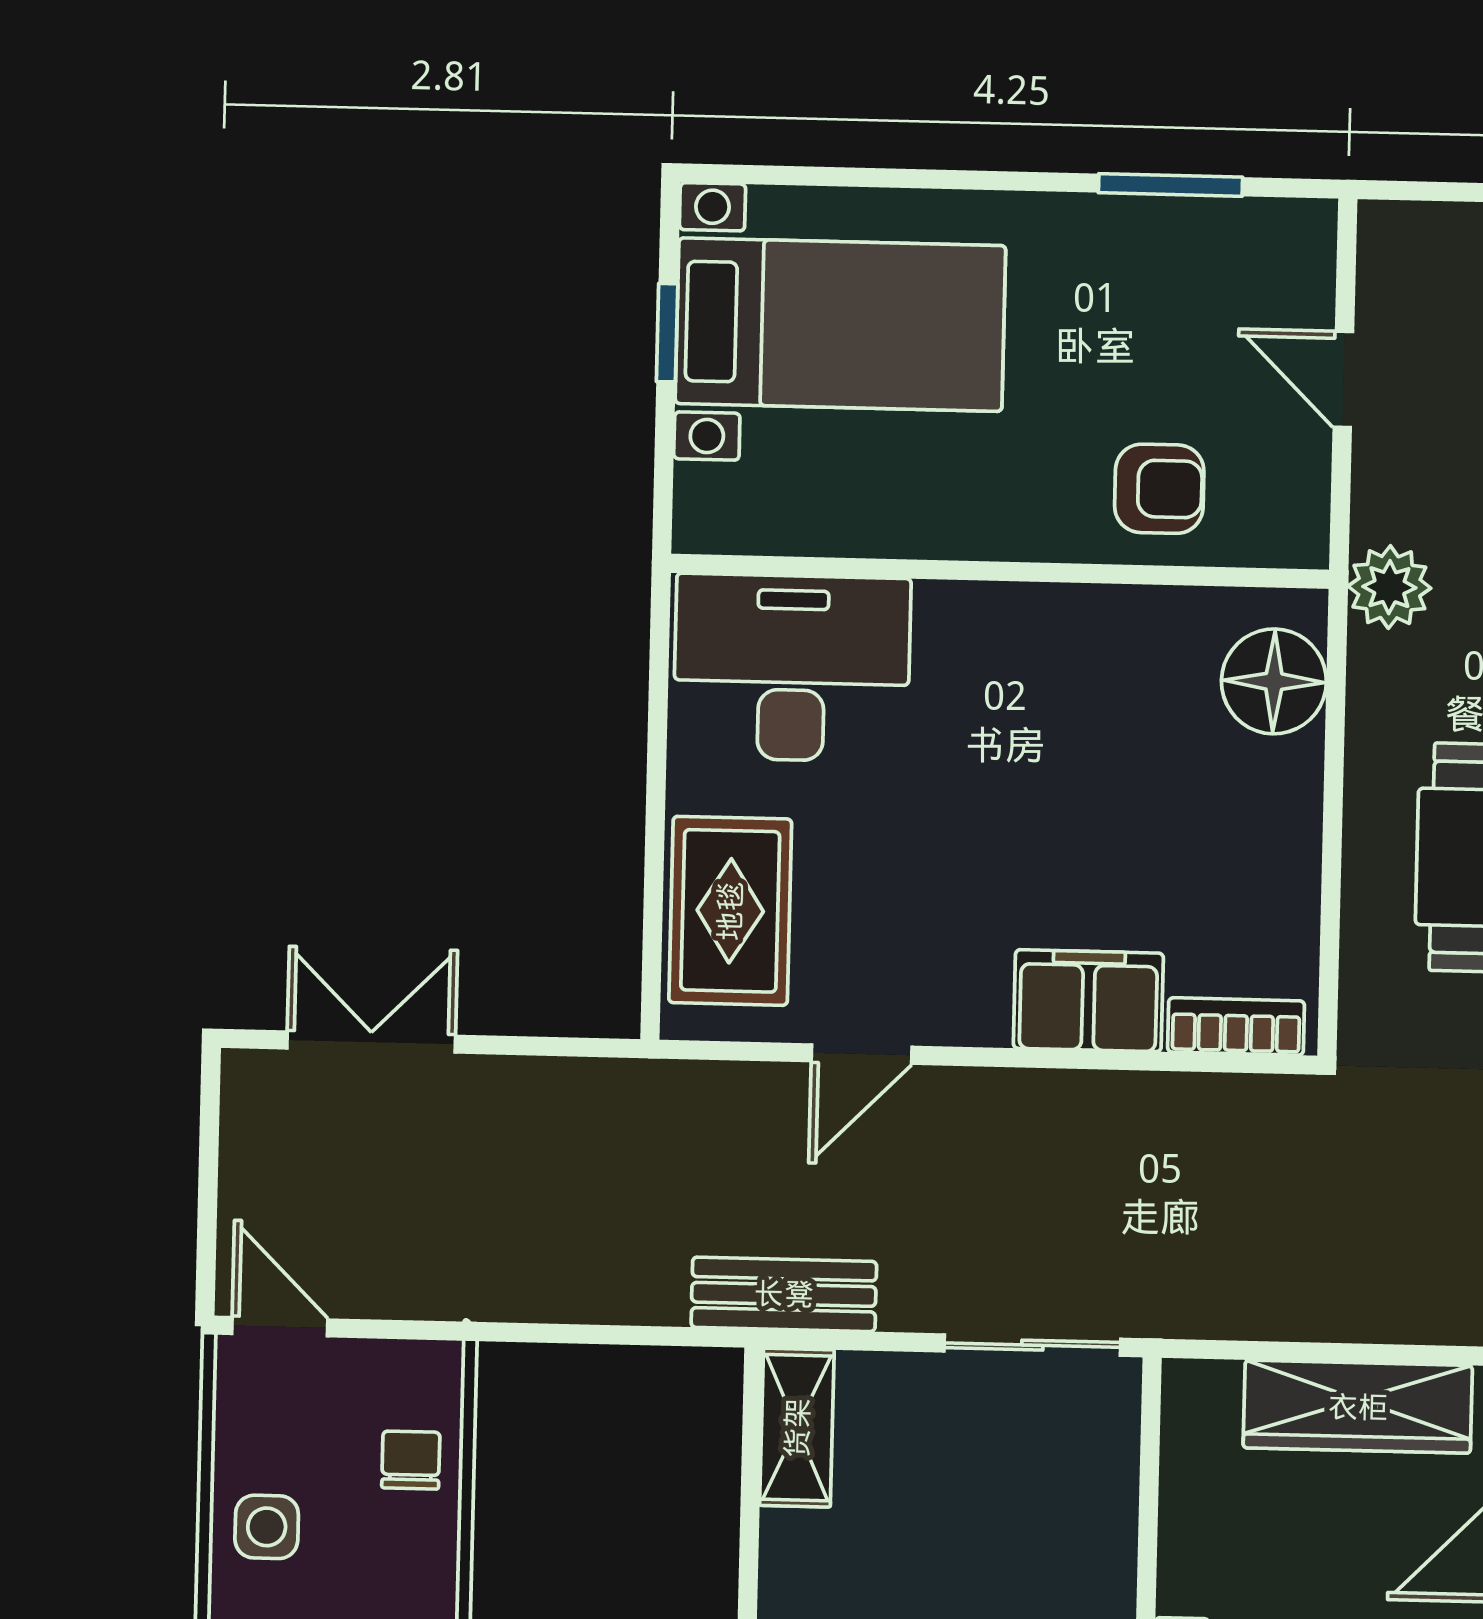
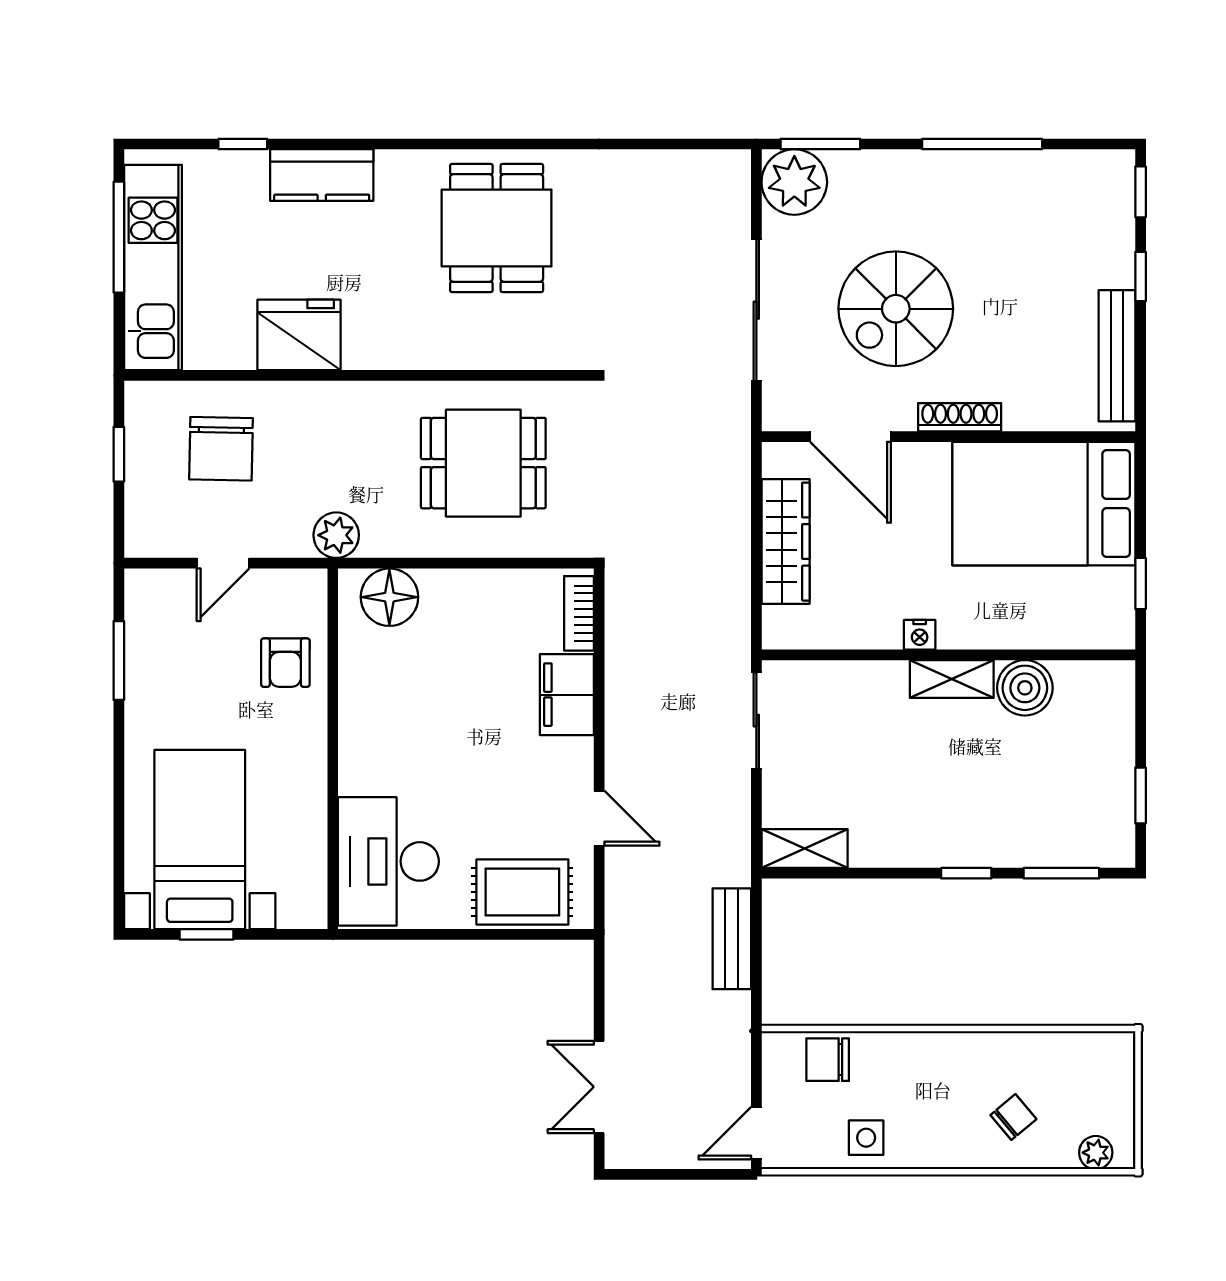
armchair: (1159, 489) -> (285, 663), turned 180
bench: (784, 1294) -> (732, 939), moved
chair: (411, 1460) -> (828, 1060), width x1.37, depth x1.37

